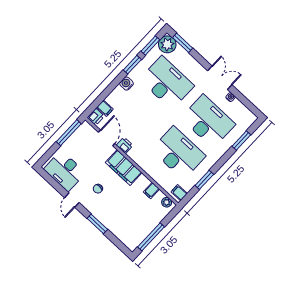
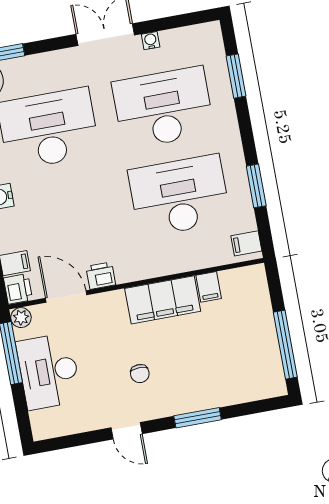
filing cabinet: (124, 168) -> (163, 300), moved
desk: (65, 171) -> (49, 371), moved, turned 90
plant: (167, 202) -> (21, 318), moved

